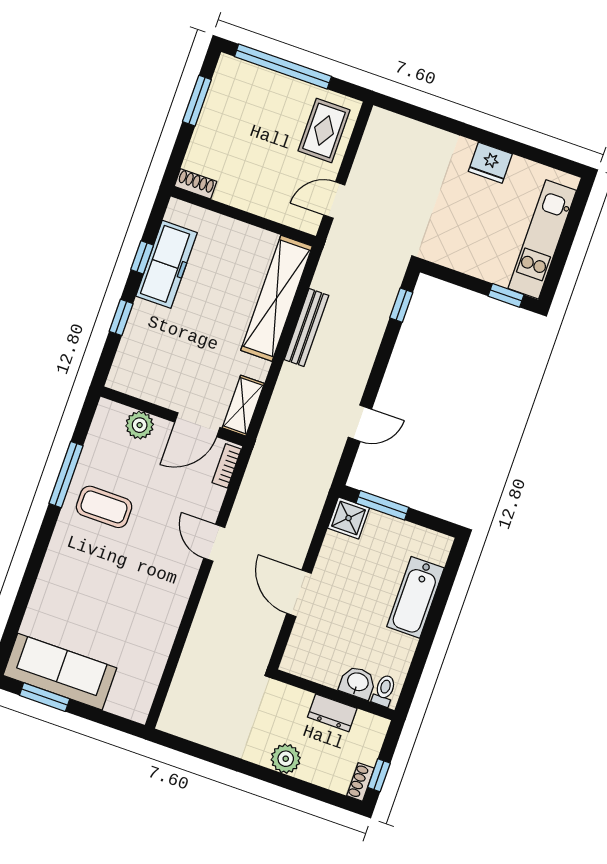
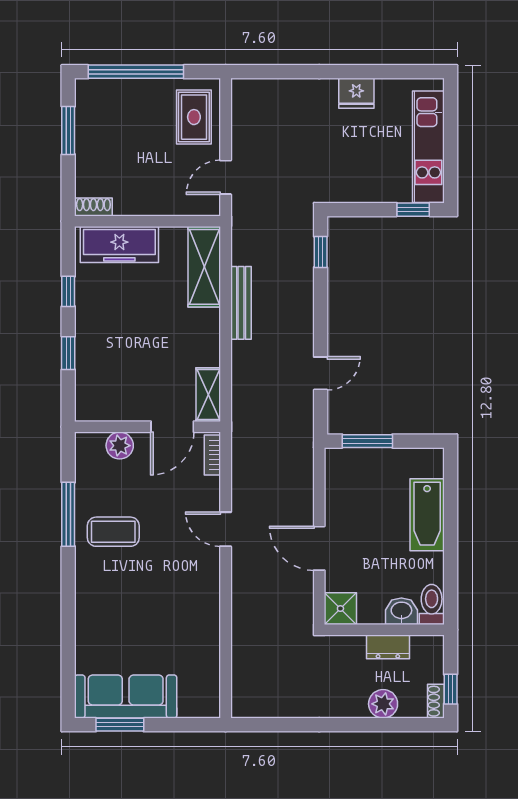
freezer: (167, 264) -> (119, 245), moved, turned 90
shelving: (277, 298) -> (204, 267), width x0.68
shower: (349, 518) -> (340, 609), moved
toilet: (384, 691) -> (432, 604), width x1.37, depth x1.39
plant: (286, 759) -> (383, 704), moved

